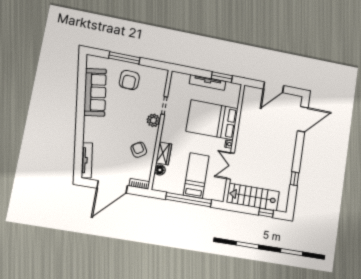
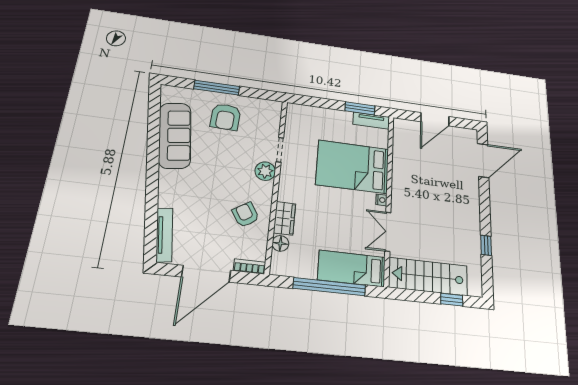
tv unit: (207, 82) -> (371, 121), moved, width x0.71
bed: (196, 175) -> (352, 268), moved, turned -90

